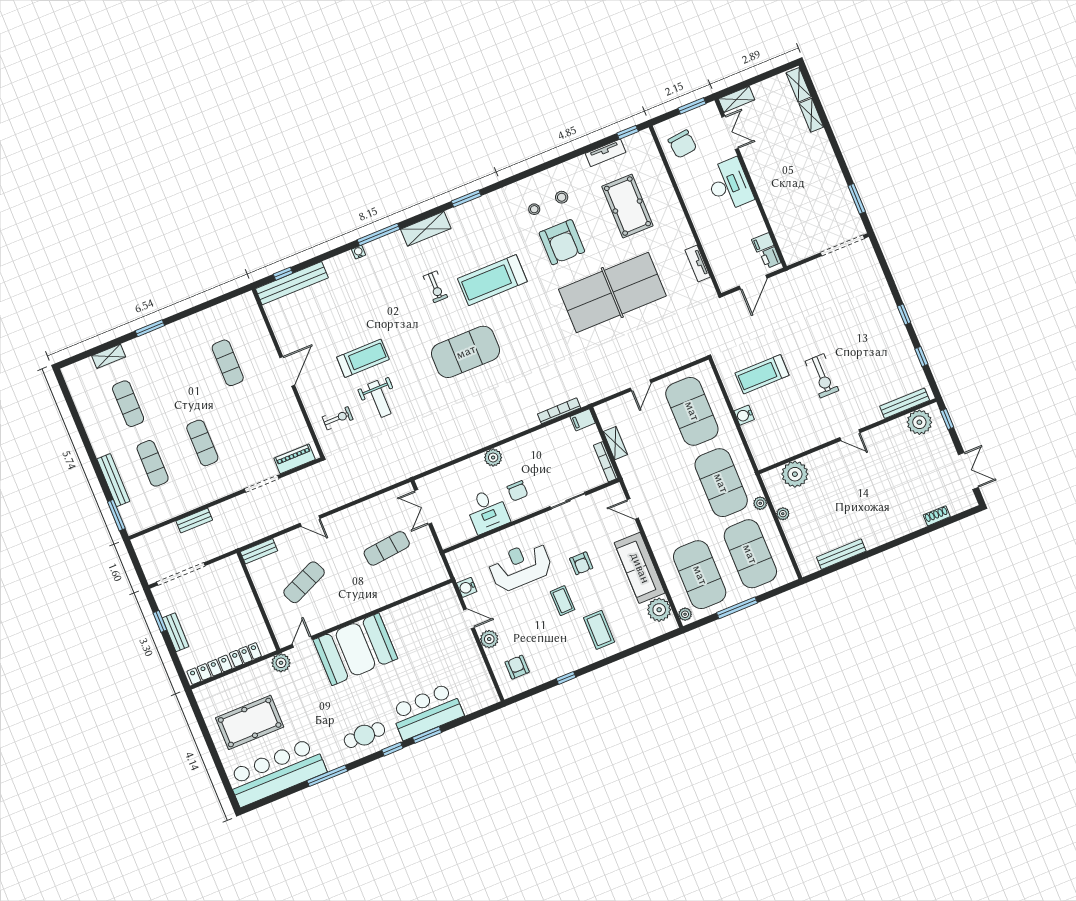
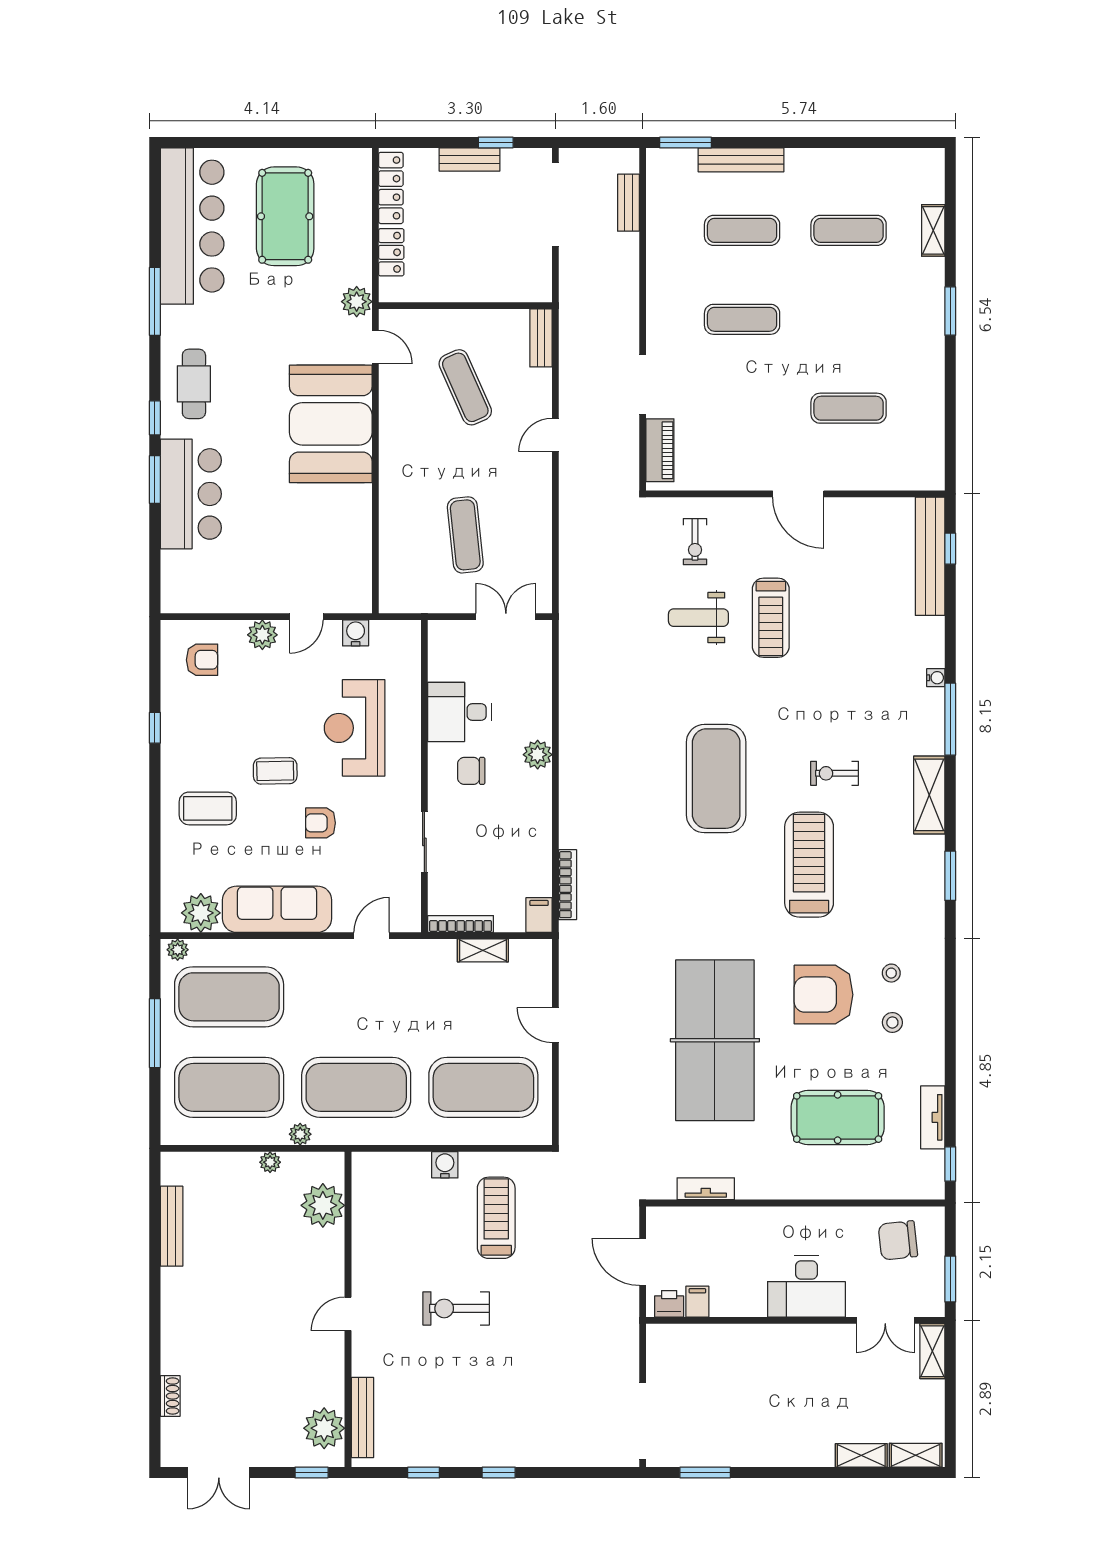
bench: (194, 521) -> (628, 203), moved
reception desk: (520, 566) -> (355, 728), turned 180

